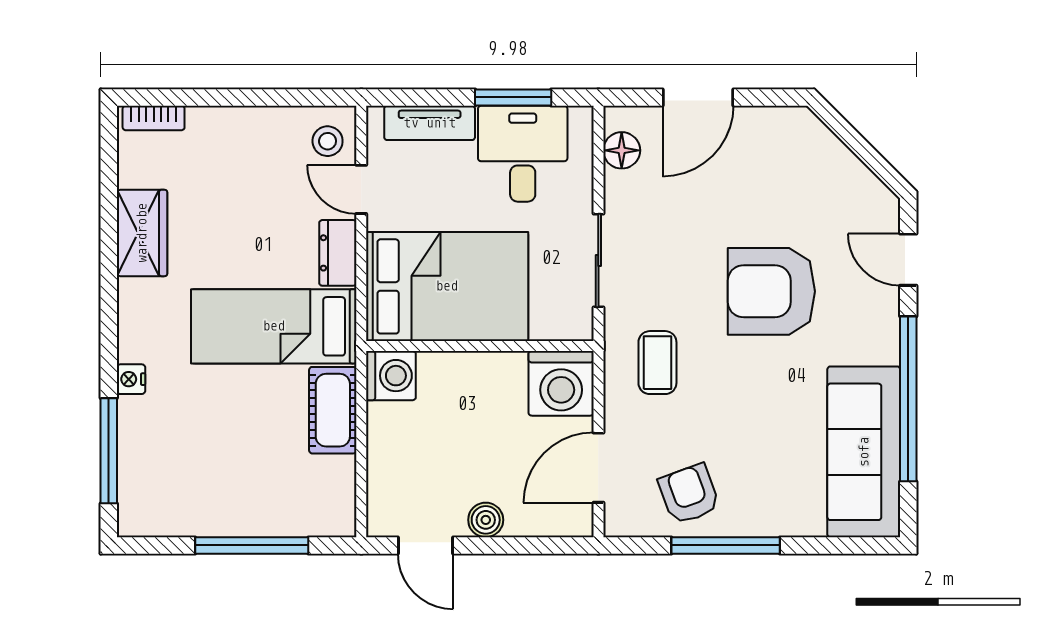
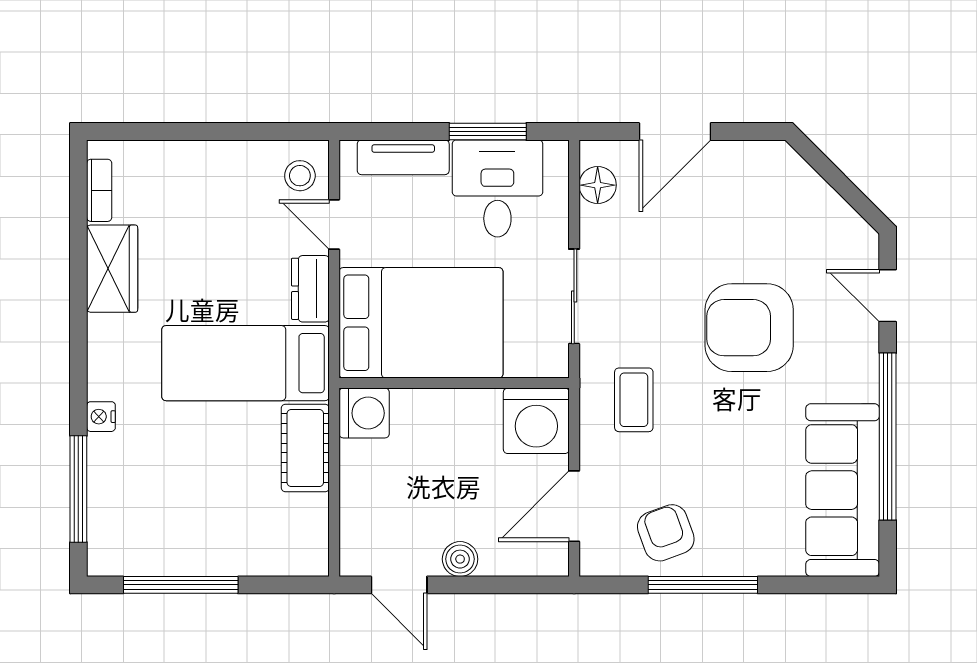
bookcase: (154, 118) -> (99, 190), moved, turned -90
window: (252, 545) -> (181, 585), moved

